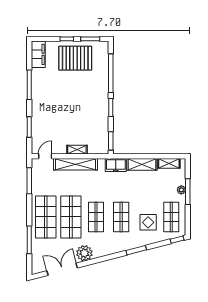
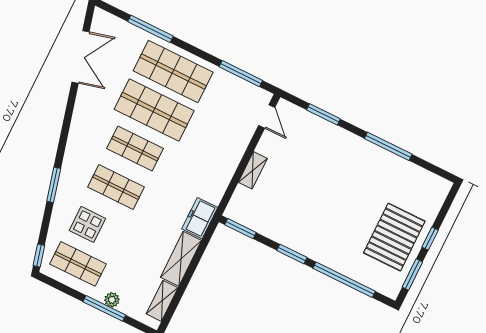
filing cabinet: (38, 54) -> (428, 183), removed
shelving: (76, 164) -> (231, 157), removed
plant: (84, 253) -> (88, 103), removed

